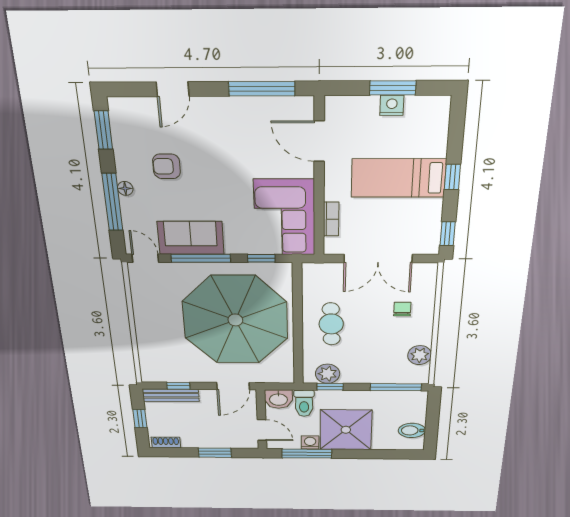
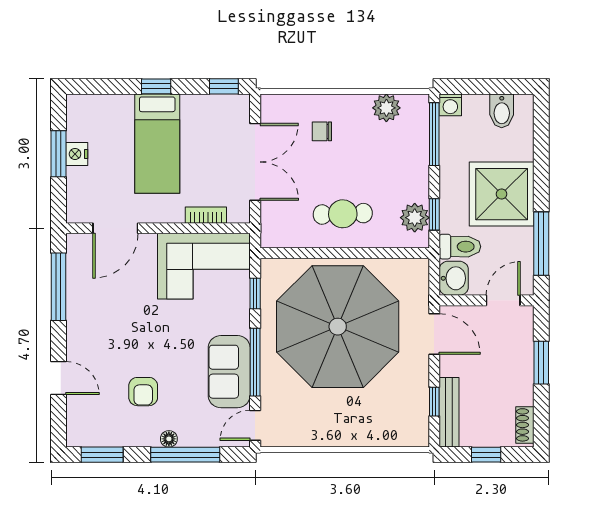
washing machine: (310, 442) -> (450, 105), moved, turned -90

